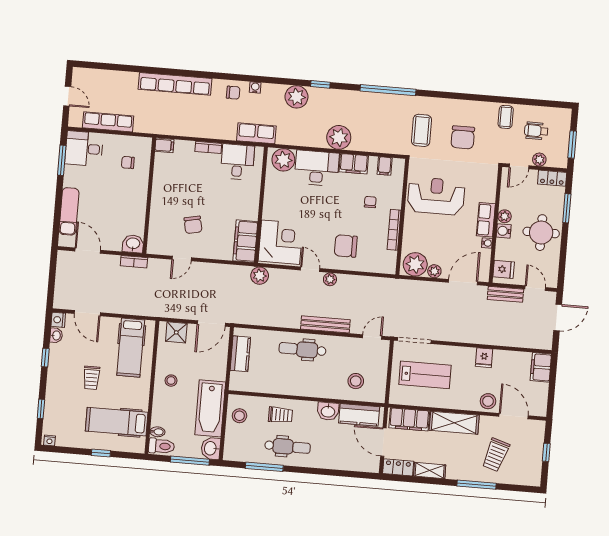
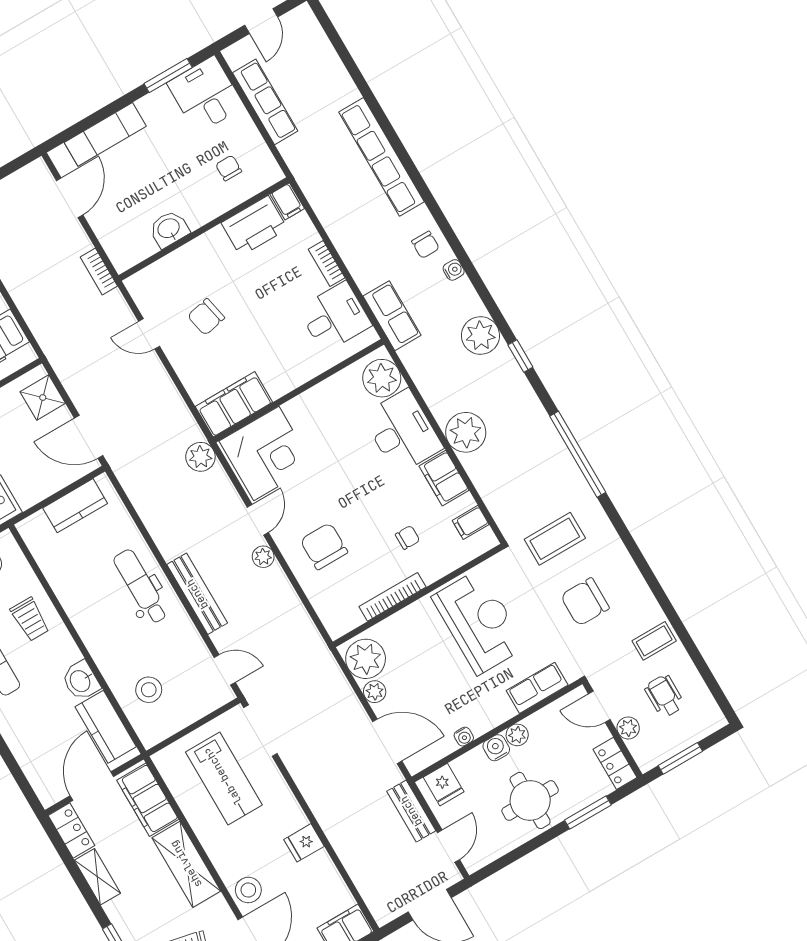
printer: (165, 170) -> (254, 226), added
row of seats: (486, 220) -> (537, 688), moved
washbasin: (133, 244) -> (169, 229), moved, turned -90

